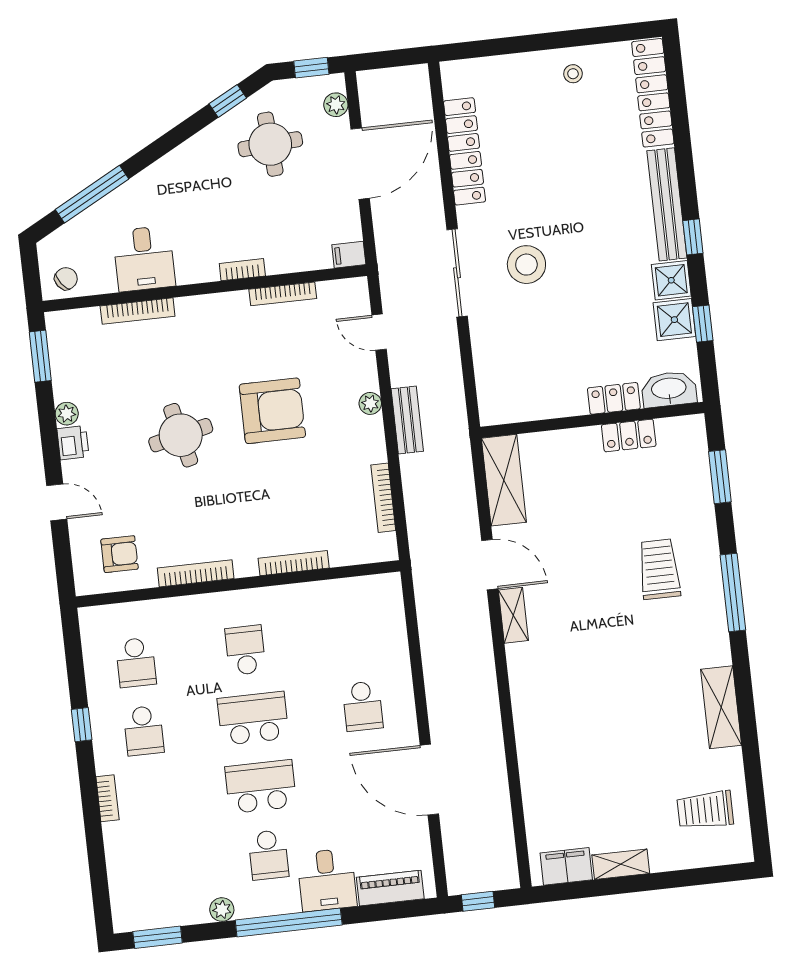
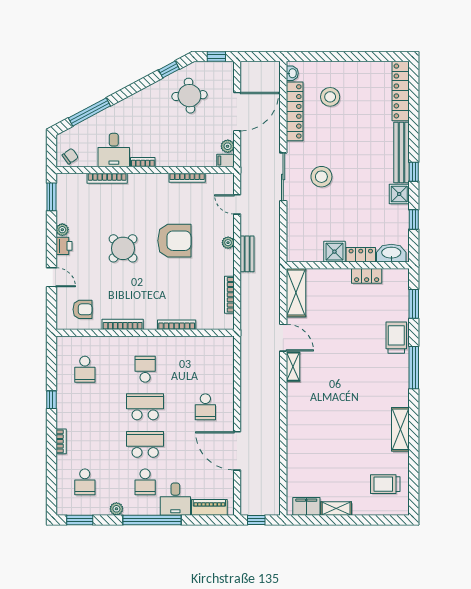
stool: (573, 74) -> (330, 97), moved, width x1.89, depth x1.89
washbasin: (452, 83) -> (292, 73), added
plant: (336, 105) -> (228, 146), moved
bookcase: (242, 270) -> (143, 162), moved
shower: (674, 320) -> (334, 252), moved
round table: (181, 435) -> (123, 248), turned -32
trolley: (659, 569) -> (396, 338), moved
school desk: (144, 731) -> (85, 482), moved

